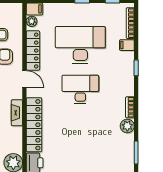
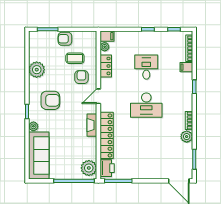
desk: (80, 45) -> (146, 67), width x0.53, depth x0.77
locker: (33, 51) -> (106, 66), width x0.66
door: (24, 79) -> (98, 96), swing flipped
desk: (80, 89) -> (146, 105), turned 180

